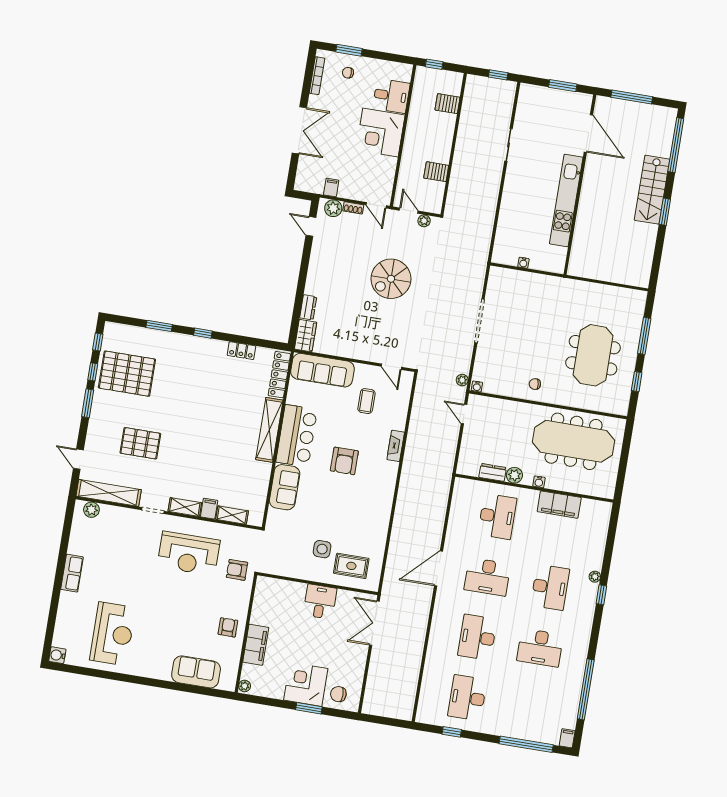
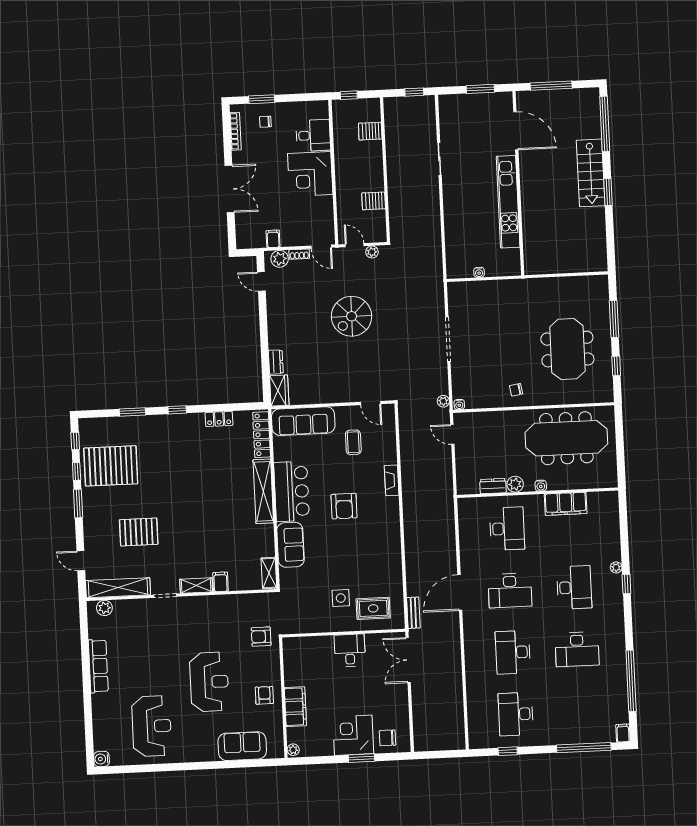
shelving: (232, 515) -> (269, 573), moved, turned 90
reception desk: (189, 553) -> (209, 682), moved, turned -90
row of seats: (72, 573) -> (98, 666), width x1.48
bench: (389, 578) -> (413, 613), added

